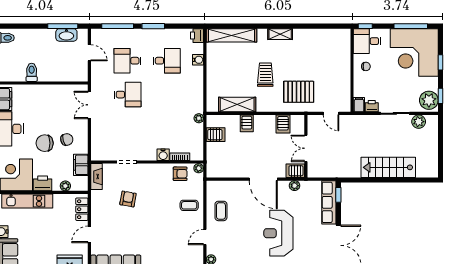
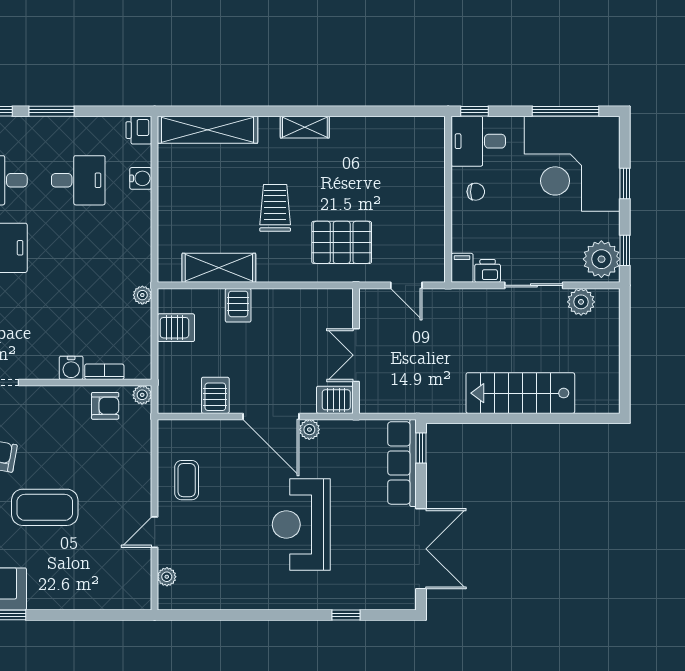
server rack: (283, 124) -> (215, 395), moved, turned 180
plant: (295, 186) -> (309, 430), moved
coffee table: (189, 205) -> (45, 507), moved, width x1.86, depth x1.72

